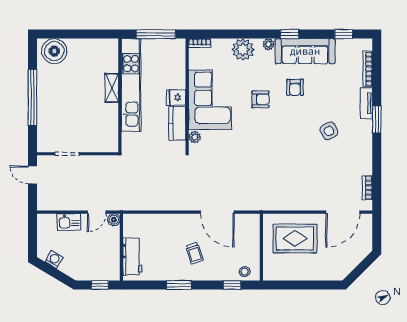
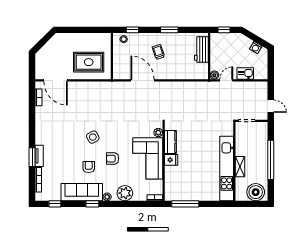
kitchen unit: (131, 85) -> (227, 169), moved
shelving: (112, 88) -> (240, 167), moved
wall: (120, 95) -> (234, 161), moved
window: (377, 120) -> (32, 157), moved
side table: (329, 131) -> (93, 137), moved
door: (343, 212) -> (55, 80), swing flipped

